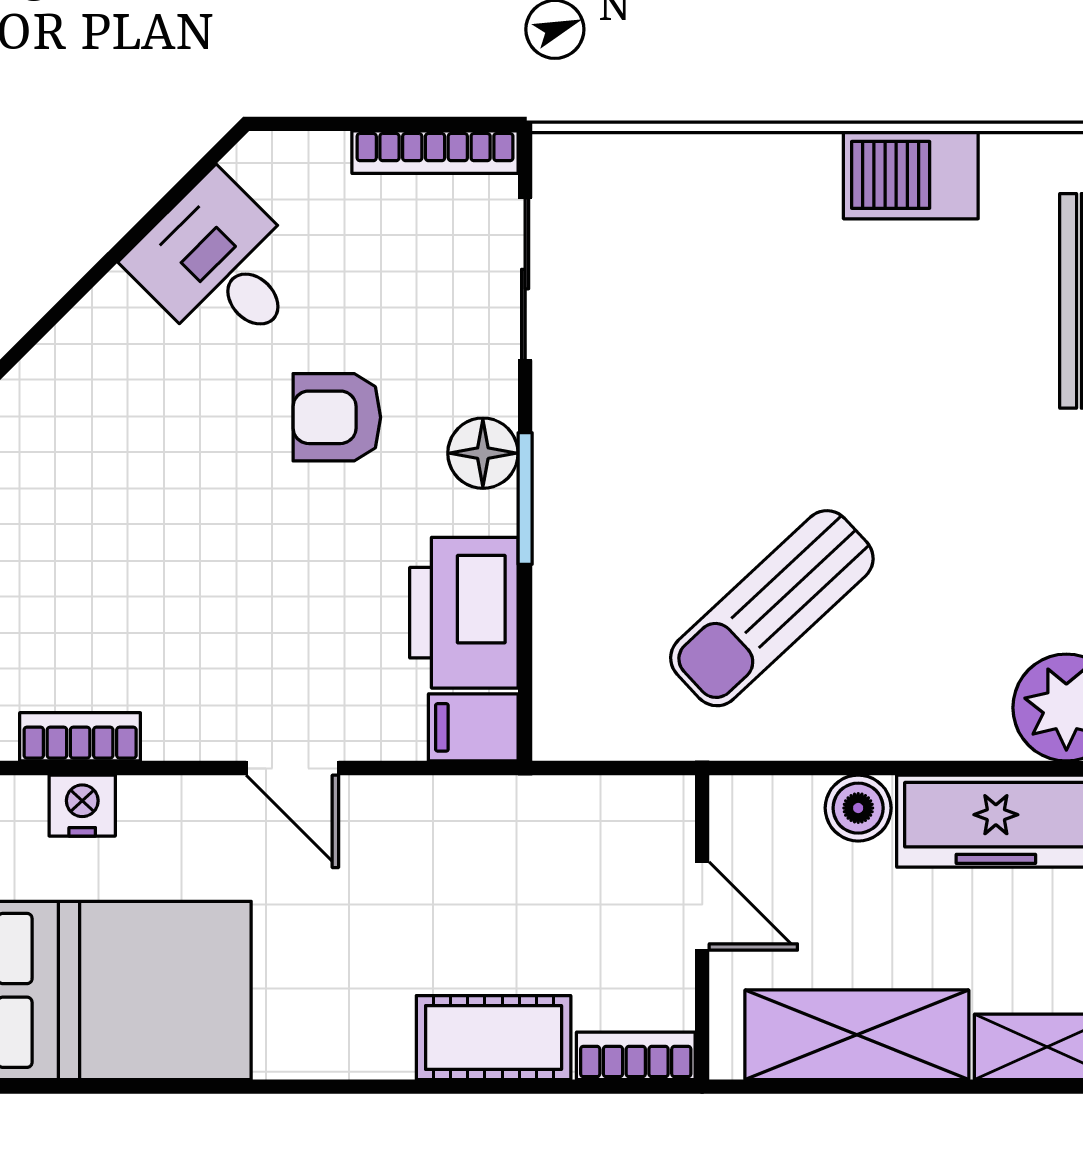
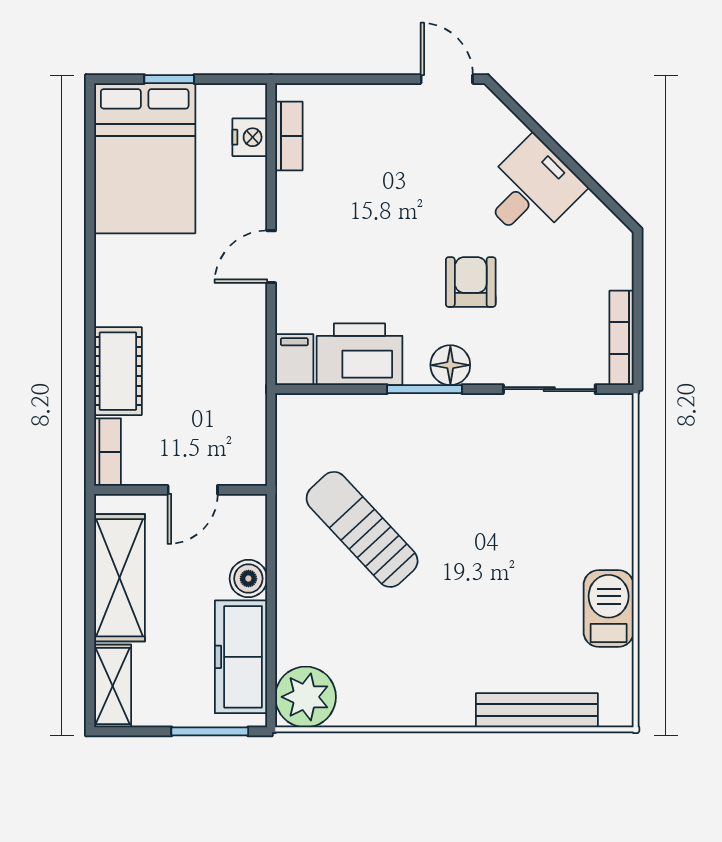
desk: (220, 266) -> (531, 190), moved

